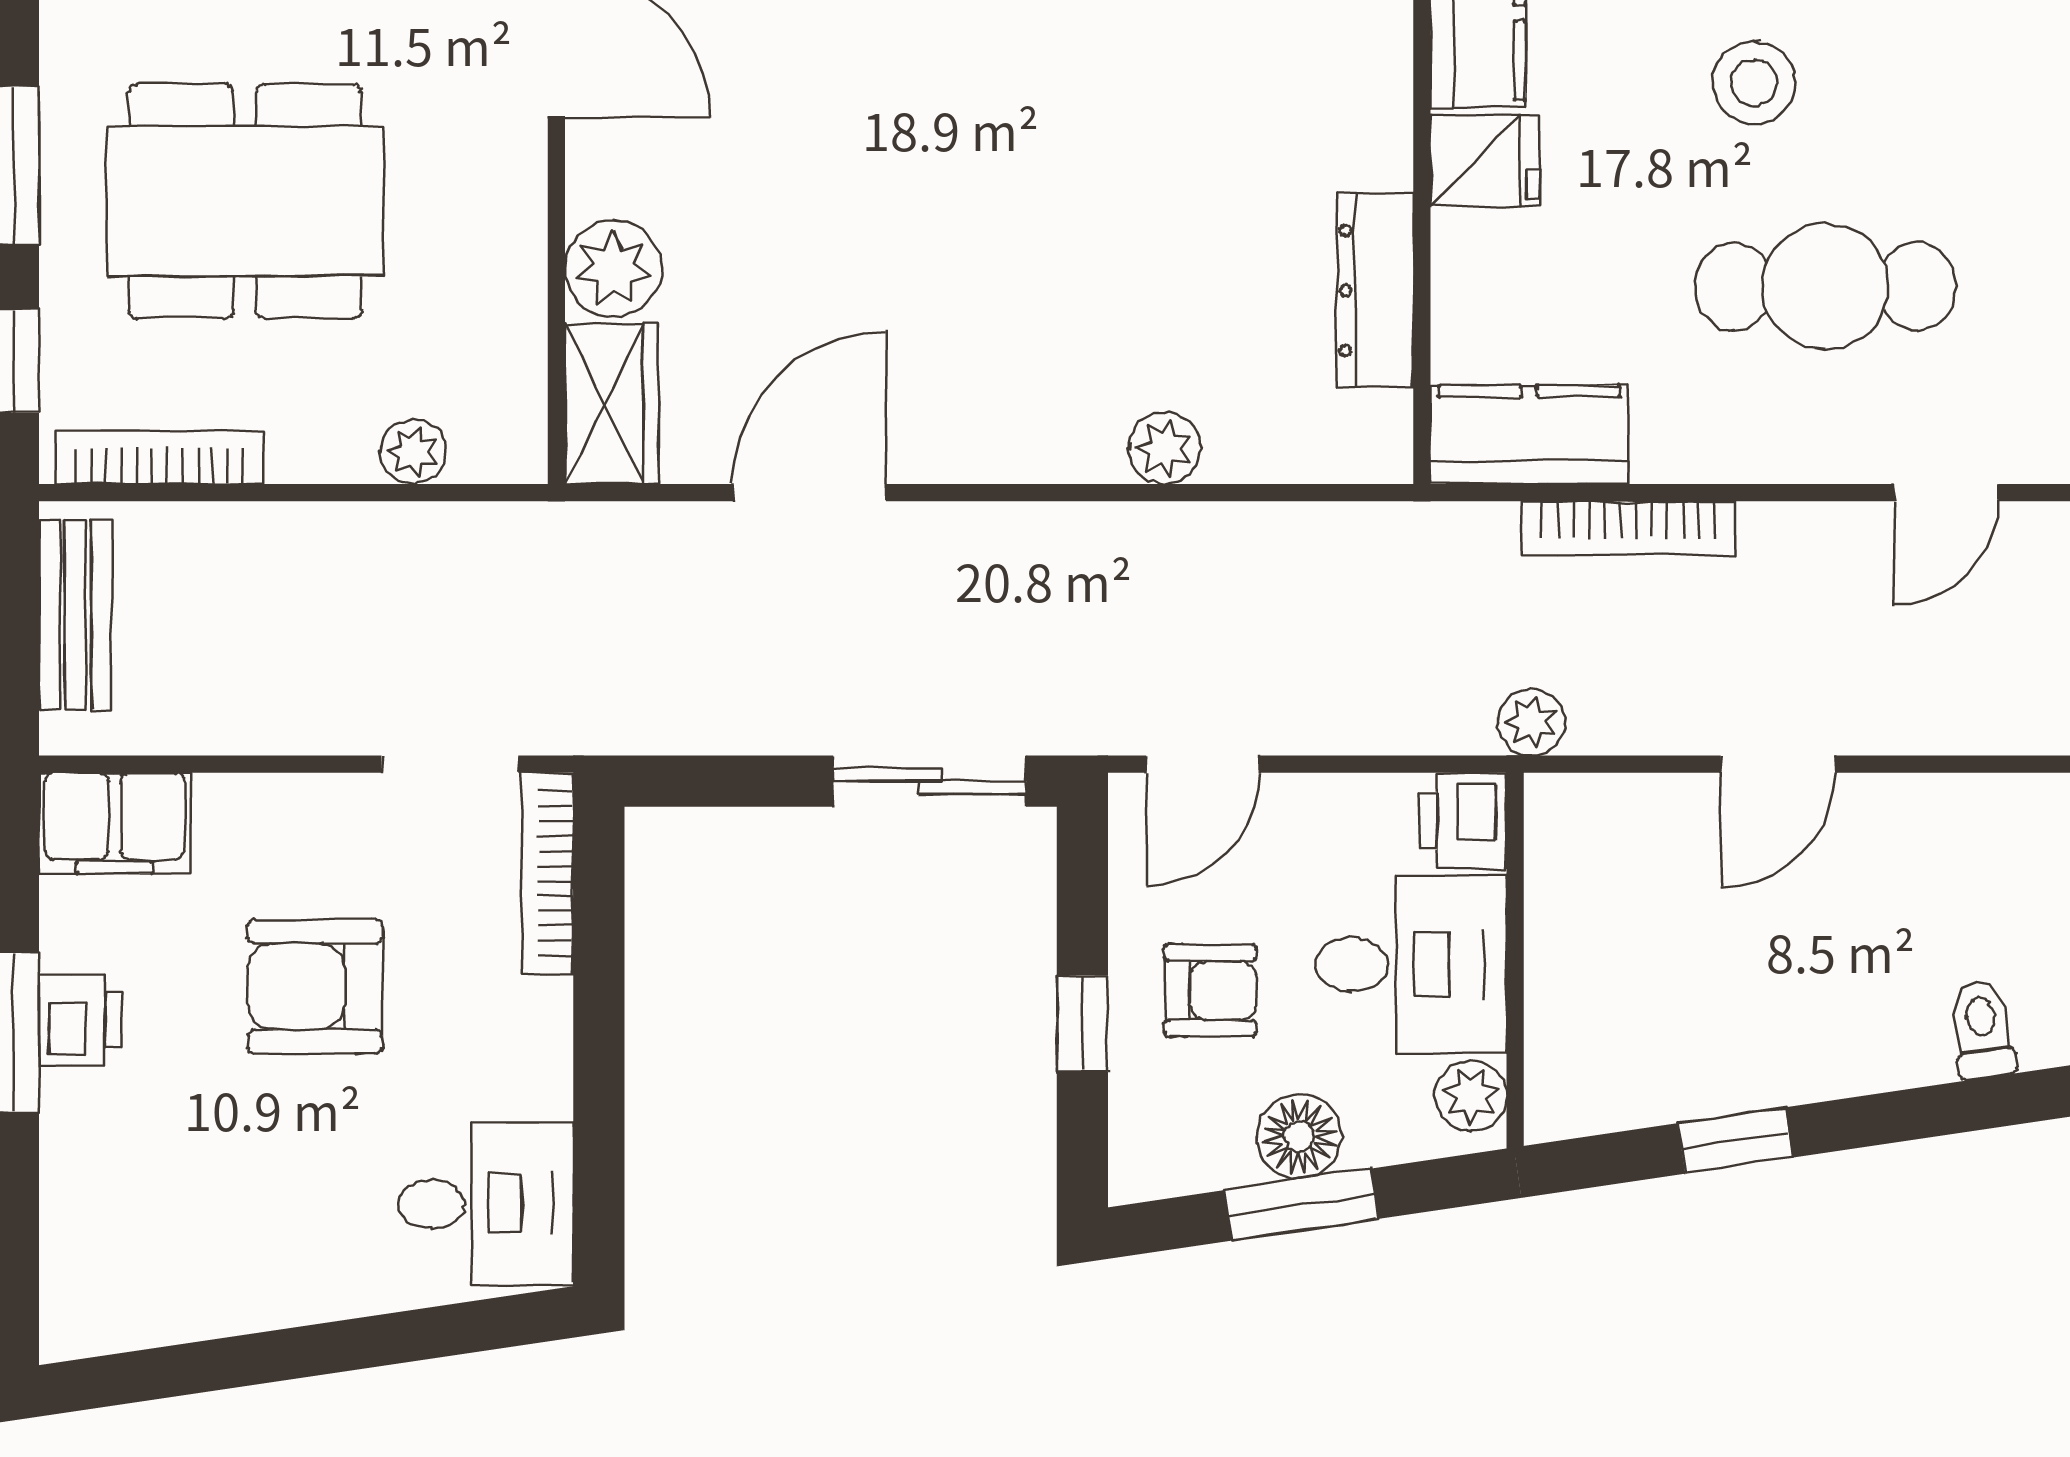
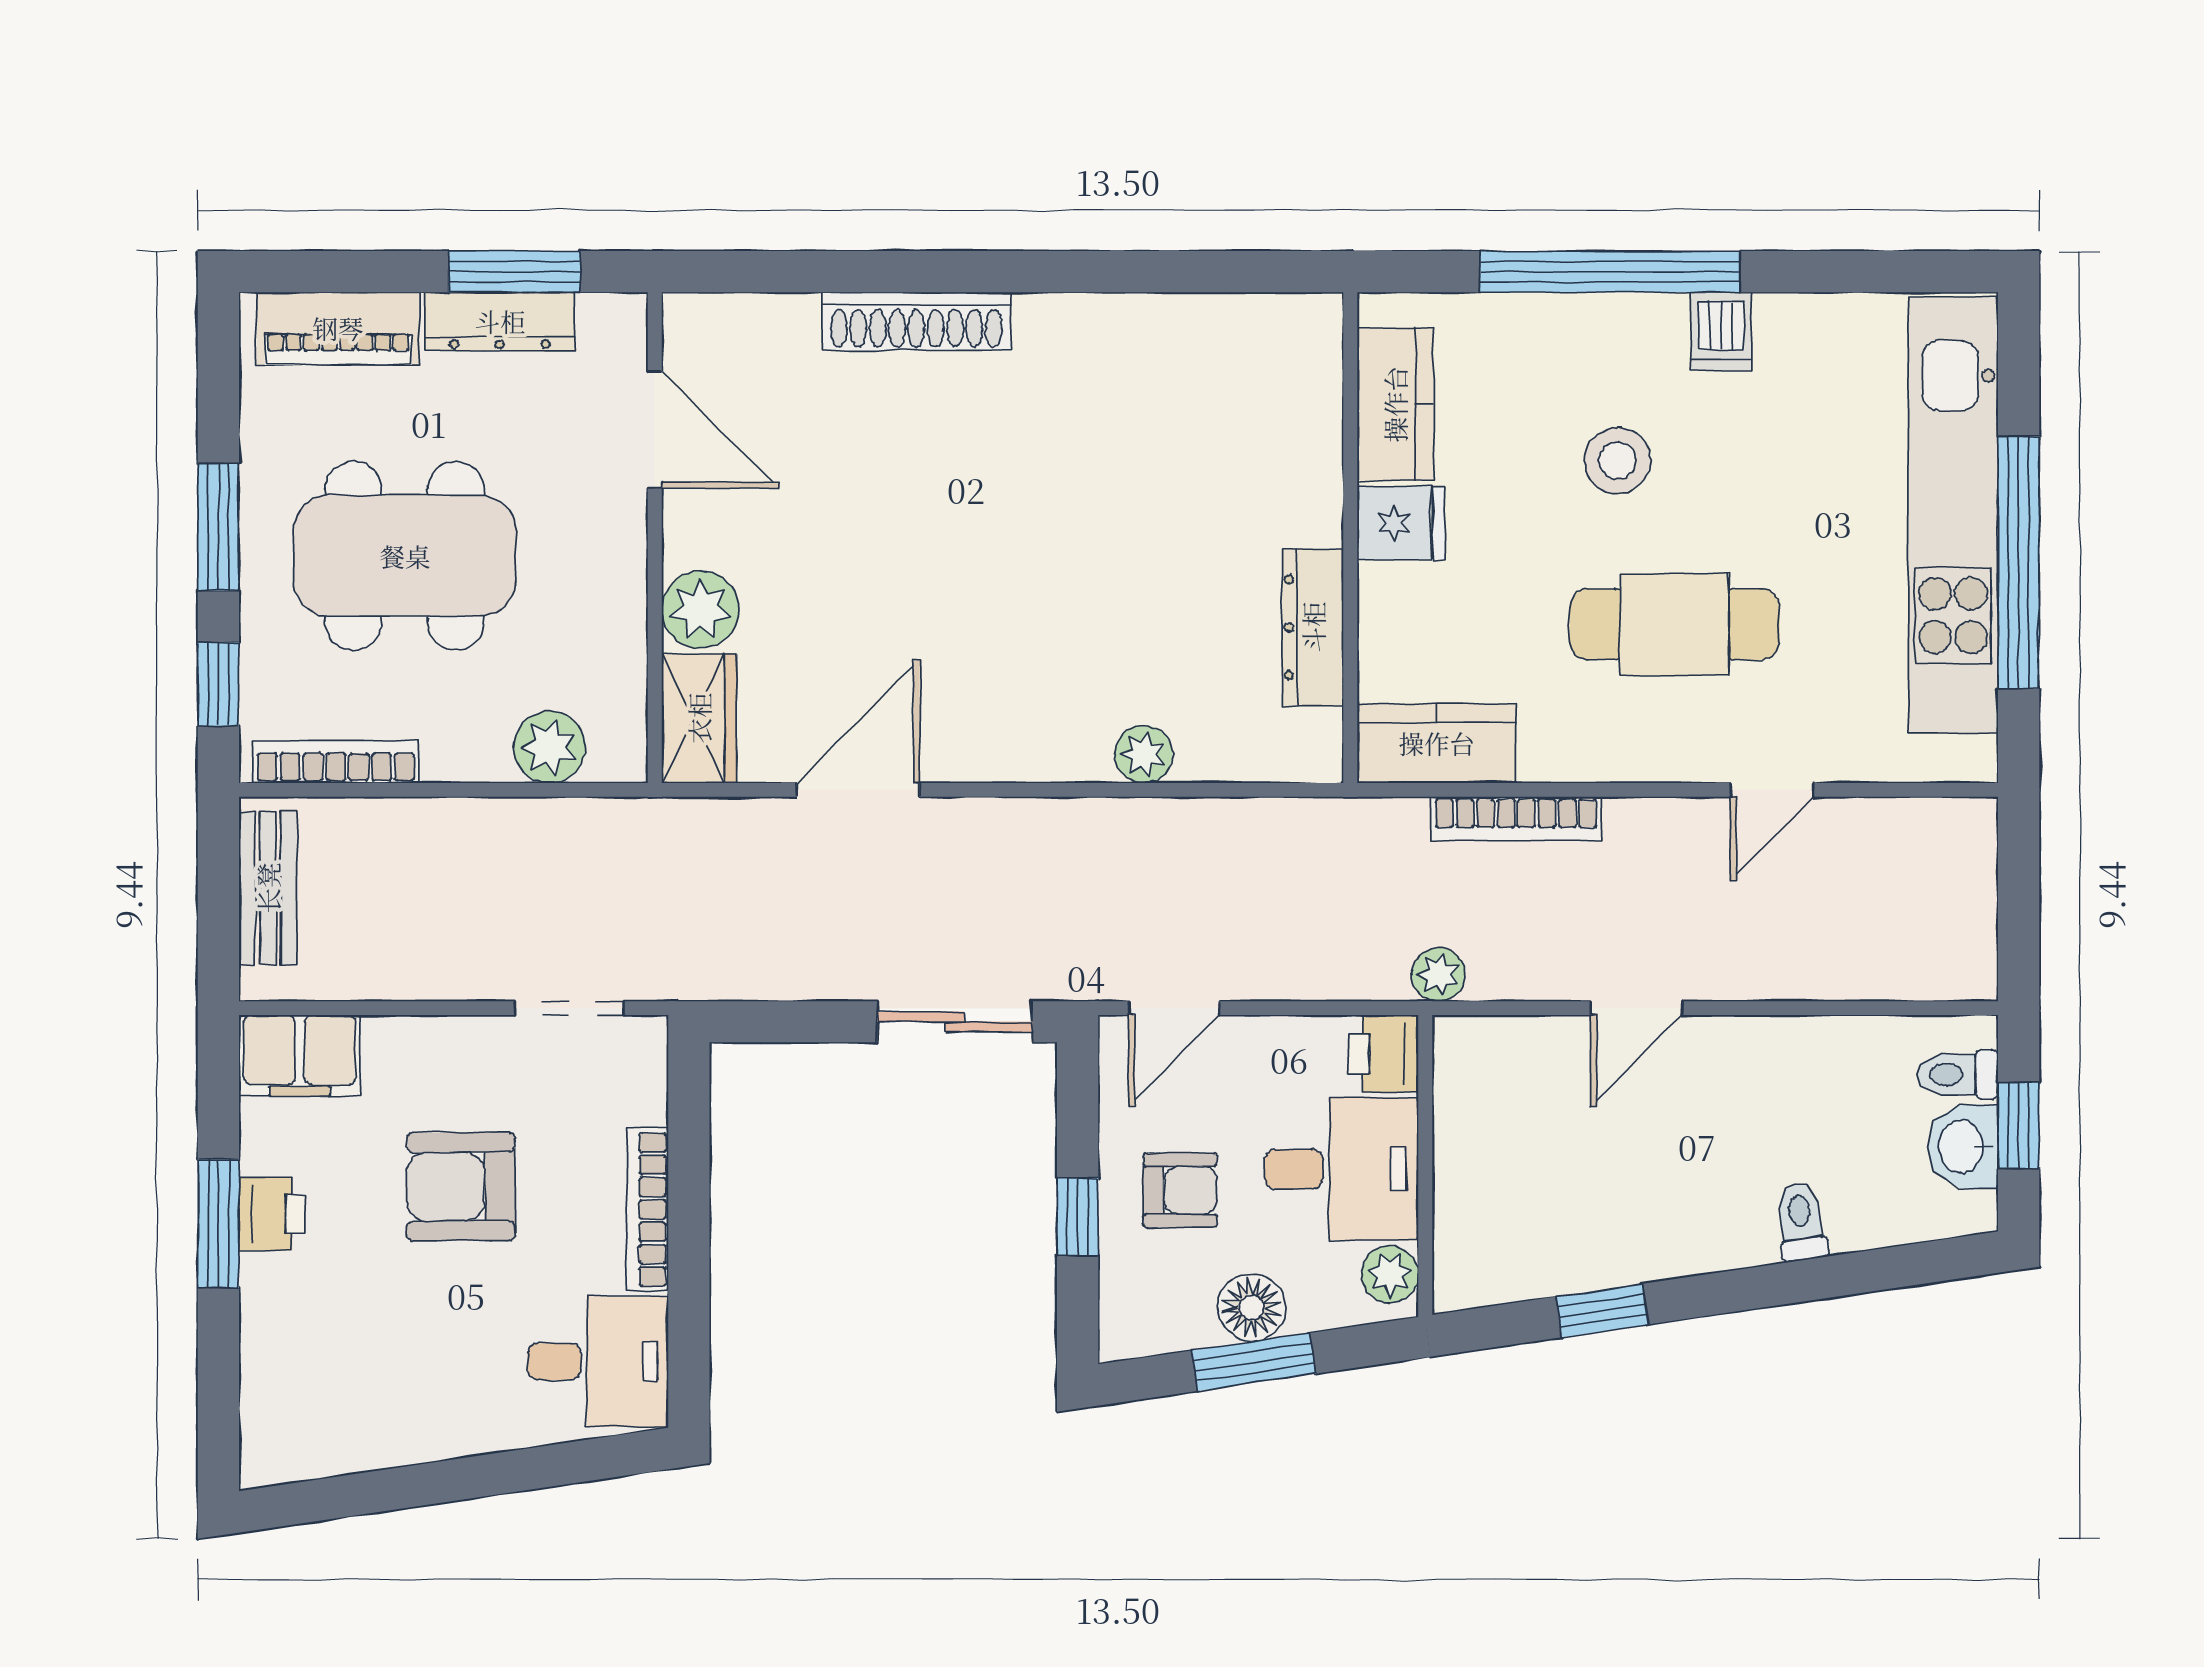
plant: (413, 452) -> (549, 747), width x1.38, depth x1.38
bookcase: (547, 874) -> (648, 1210), moved

